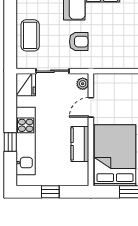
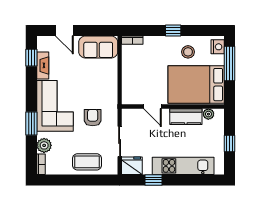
plant: (83, 84) -> (208, 114), moved
window: (10, 142) -> (154, 180), moved

